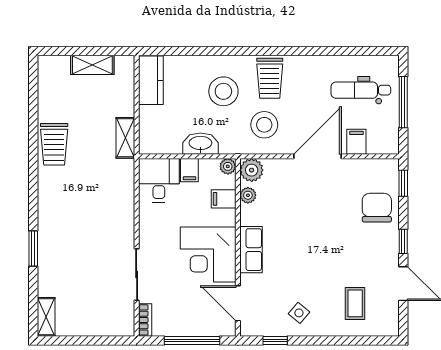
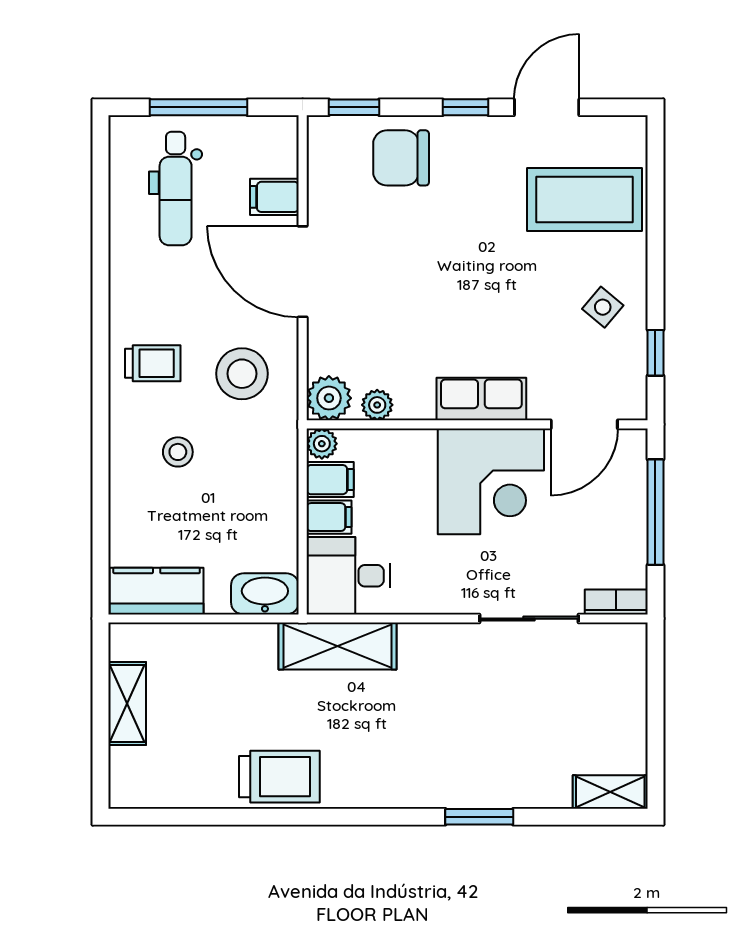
trolley: (270, 78) -> (153, 363), width x0.73, depth x0.72
stool: (223, 91) -> (178, 452), width x0.53, depth x0.53
shelving: (125, 138) -> (338, 646), moved, width x1.50, depth x1.33
washbasin: (200, 144) -> (265, 594), moved, turned 90
filing cabinet: (224, 199) -> (330, 480), moved, turned -90
coffee table: (355, 303) -> (585, 200), width x1.86, depth x1.72

